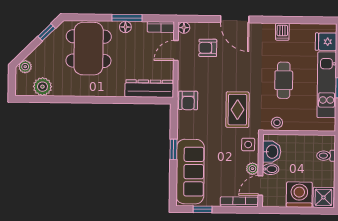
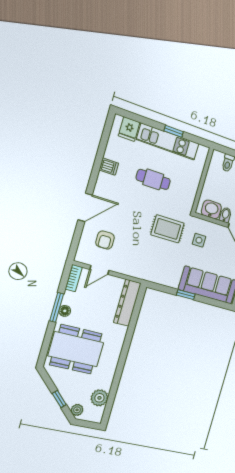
floor lamp: (184, 28) -> (80, 257), removed
window: (47, 32) -> (59, 399), moved
door: (176, 50) -> (99, 270), hinge flipped
armchair: (188, 100) -> (147, 271), removed
stool: (277, 123) -> (188, 197), removed
side table: (248, 145) -> (199, 240), moved
plant: (252, 169) -> (221, 231), removed

